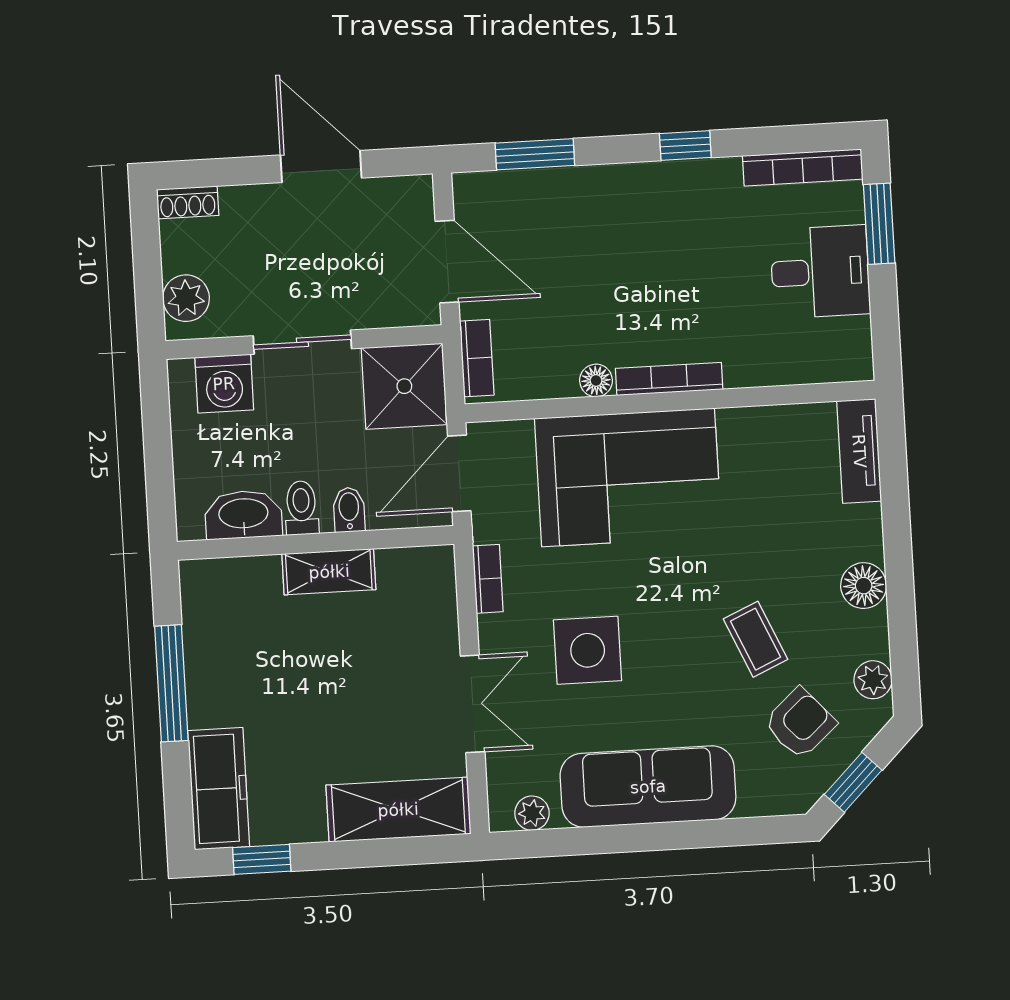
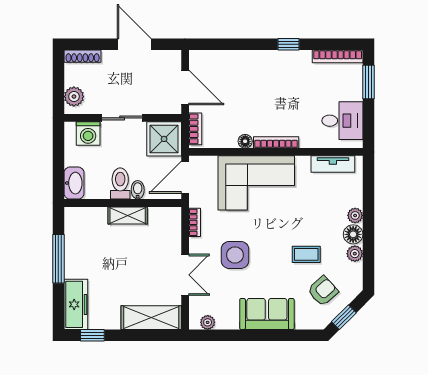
window: (535, 154) -> (225, 44), removed
shoe rack: (188, 202) -> (83, 56), width x1.43
desk: (820, 272) -> (342, 121), moved
tv unit: (859, 451) -> (333, 164), moved, turned -90
toilet: (301, 508) -> (120, 183), width x1.37, depth x1.39
washbasin: (243, 515) -> (74, 183), moved, turned 90
plant: (866, 541) -> (355, 215), added
coffee table: (756, 639) -> (306, 254), turned -66
plant: (873, 680) -> (355, 254), moved
sofa: (648, 787) -> (267, 314), width x0.73

